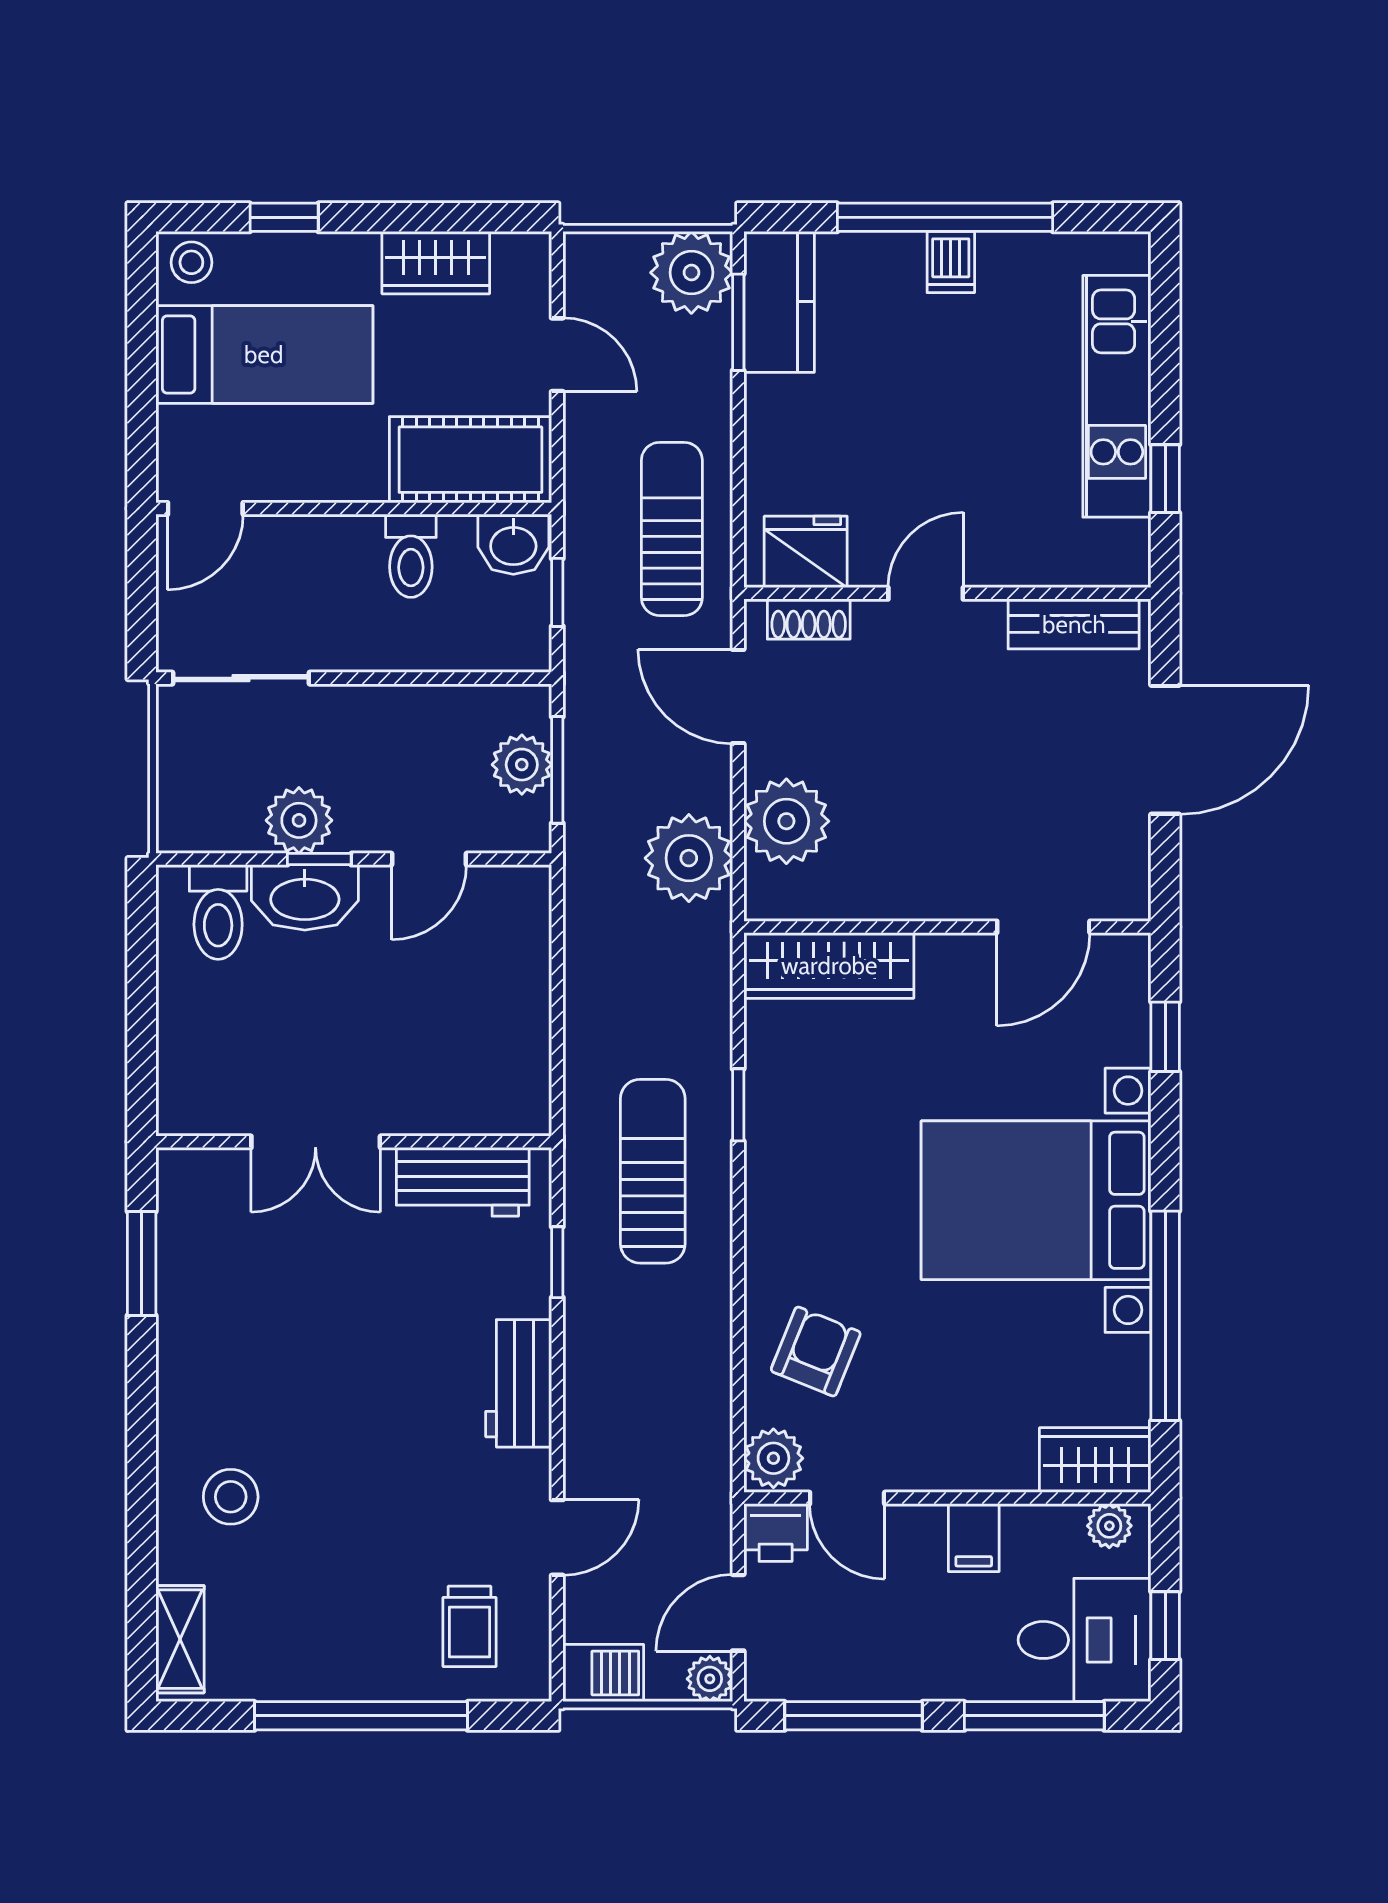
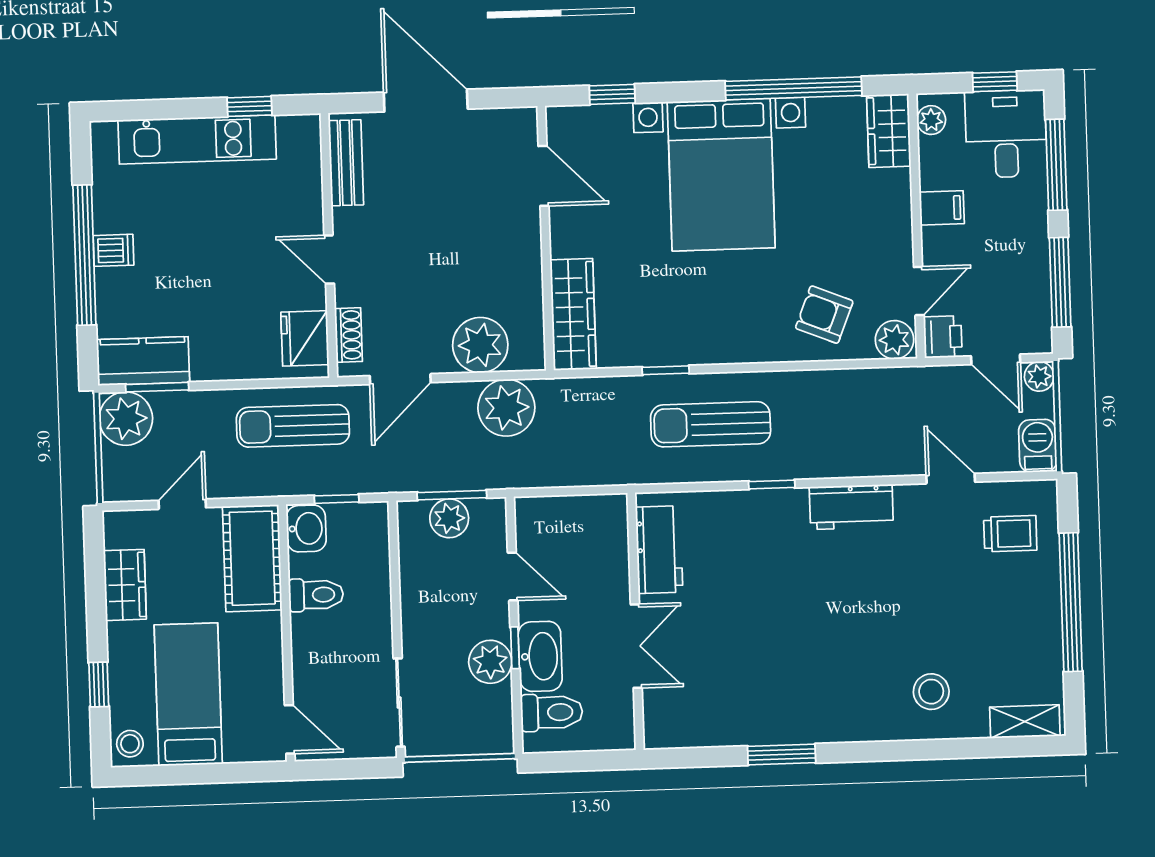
double door: (316, 1142) -> (636, 646), moved
wall: (354, 1142) -> (635, 621), moved
workbench: (463, 1182) -> (659, 550), moved

